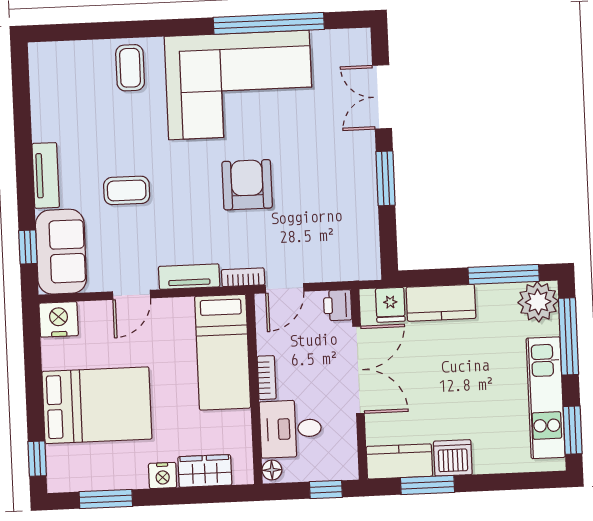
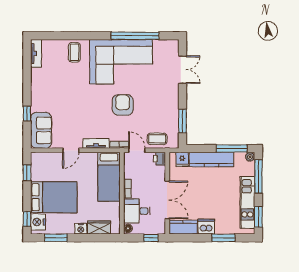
double door: (382, 97) -> (182, 70), swing flipped
tv unit: (46, 175) -> (36, 53), moved
window: (386, 178) -> (182, 121), moved
coffee table: (127, 190) -> (157, 139), moved
window: (28, 247) -> (27, 114), moved
door: (285, 288) -> (137, 150), swing flipped
plant: (538, 302) -> (250, 157), width x0.53, depth x0.53
kitchen counter: (441, 303) -> (211, 160), width x1.50
nightstand: (59, 319) -> (38, 222), moved, turned -90
window: (32, 351) -> (27, 173), added
double door: (358, 370) -> (167, 200), moved
window: (427, 485) -> (223, 238), moved

